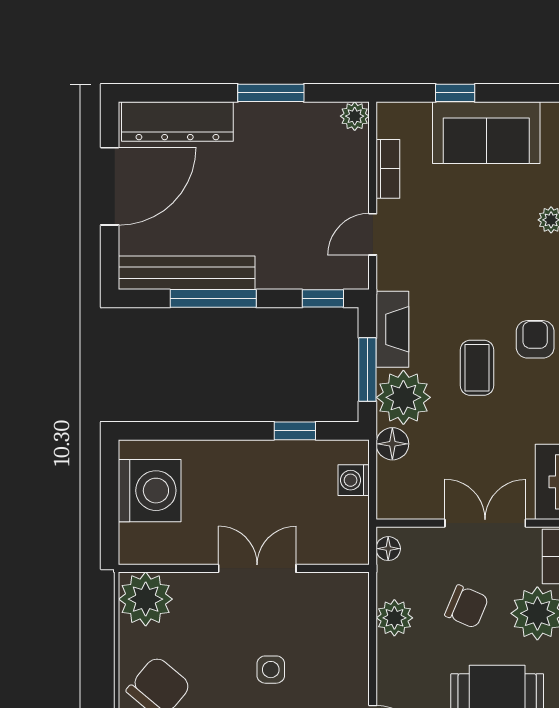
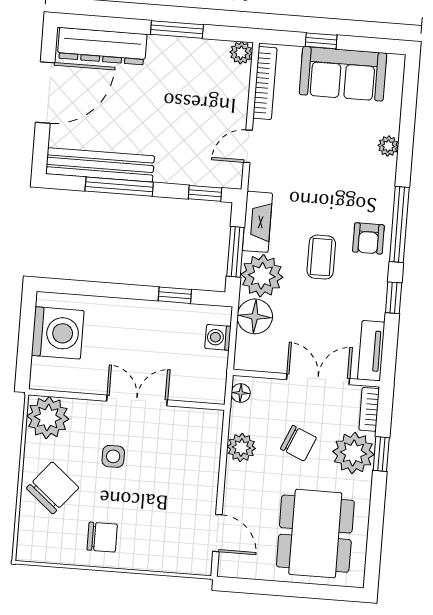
bookcase: (388, 169) -> (265, 83), width x1.56
armchair: (535, 339) -> (368, 238), turned 180
floor lamp: (392, 444) -> (255, 316), width x1.38, depth x1.38
side table: (271, 670) -> (113, 456), moved

